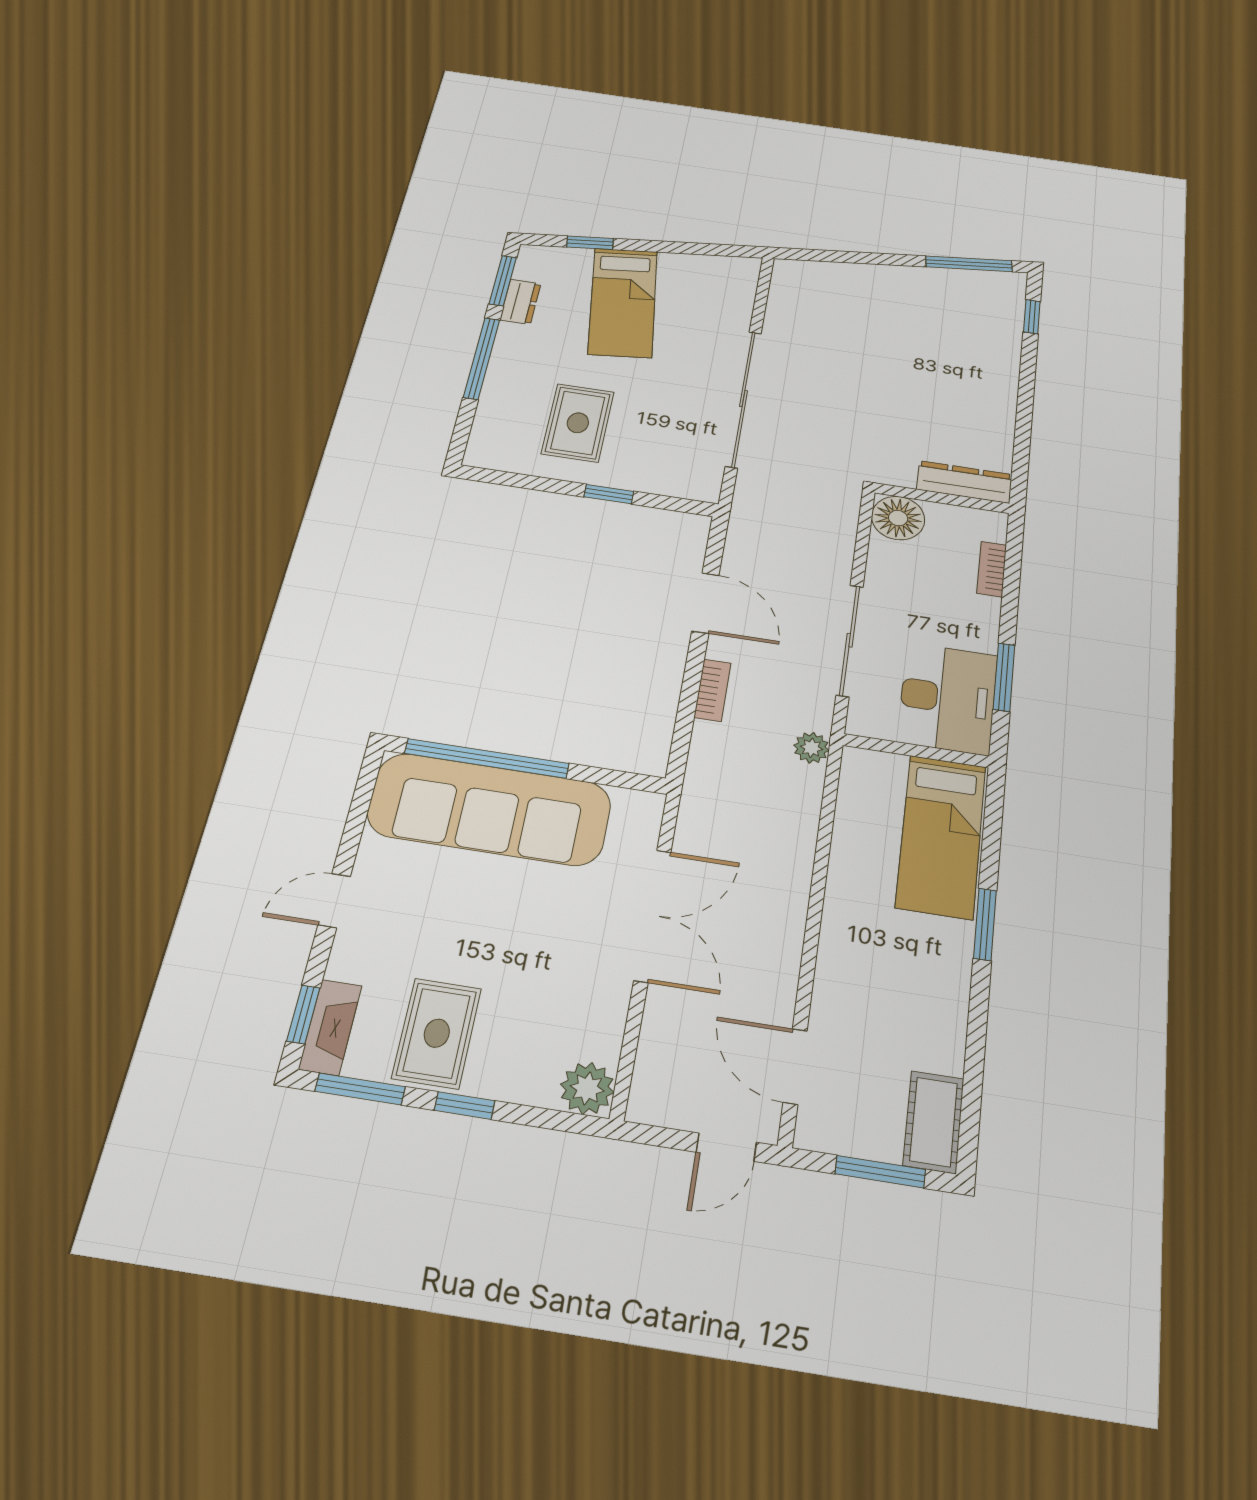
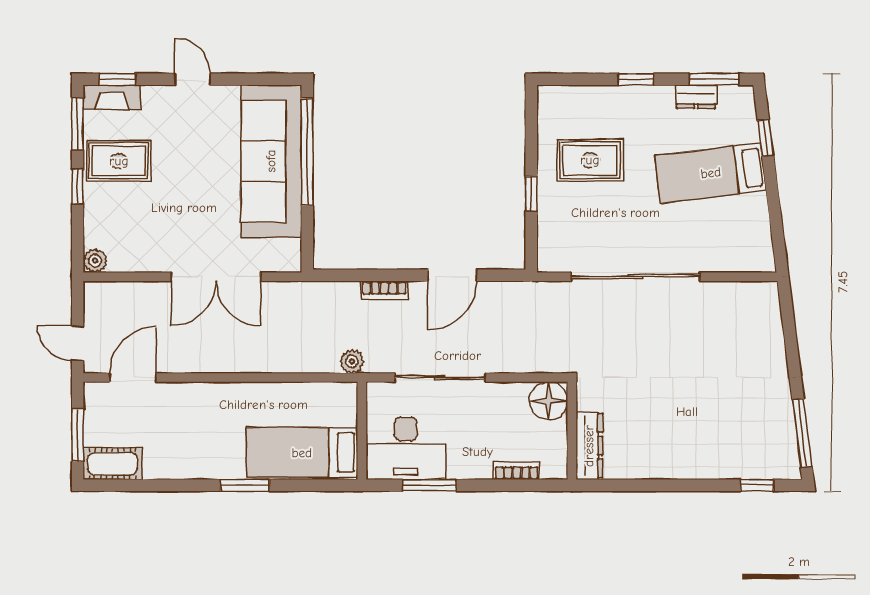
window: (482, 358) -> (636, 79), width x0.46
plant: (587, 1088) -> (95, 261), width x0.73, depth x0.73

